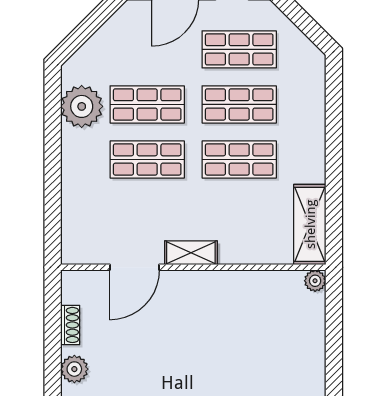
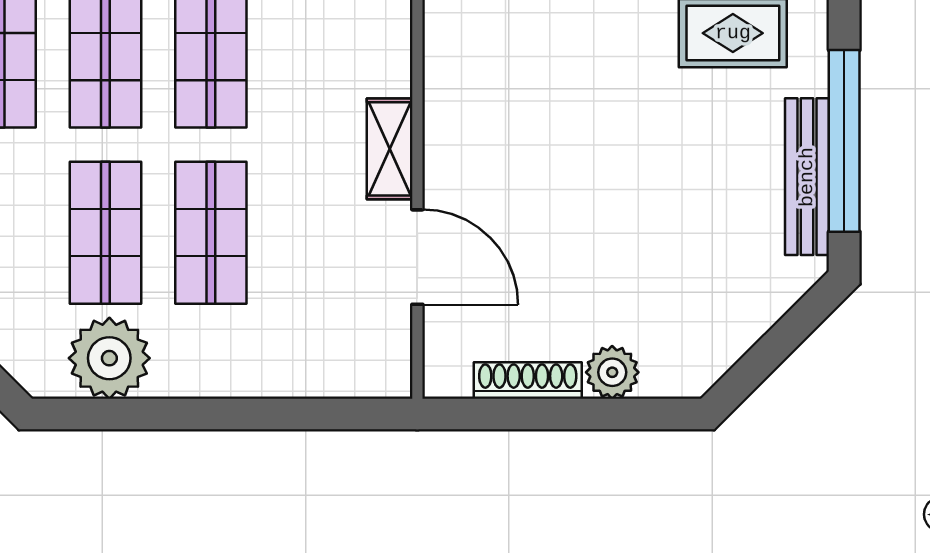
shoe rack: (70, 325) -> (528, 380), width x1.43

